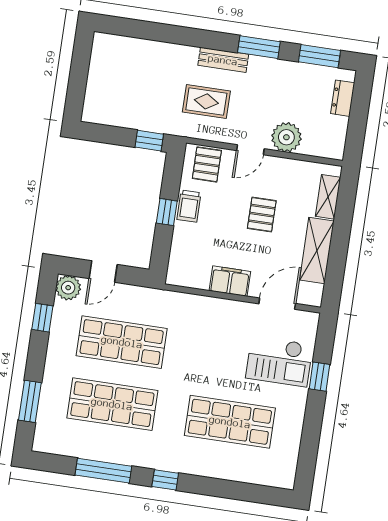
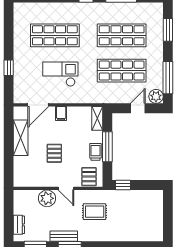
bench: (223, 60) -> (64, 236), moved
door: (250, 150) -> (66, 188), swing flipped
shelving: (328, 197) -> (97, 118), moved
window: (167, 212) -> (107, 147), width x2.17
filing cabinet: (230, 281) -> (61, 114), width x0.50
window: (42, 318) -> (168, 78), width x2.17
checkout: (279, 361) -> (60, 74), moved

